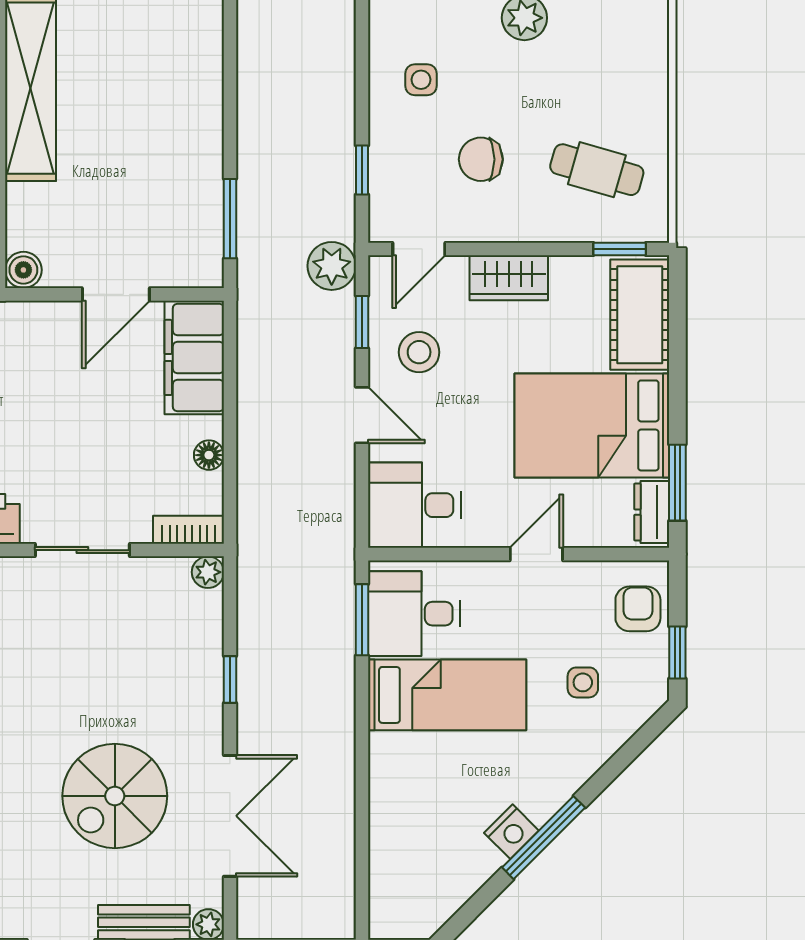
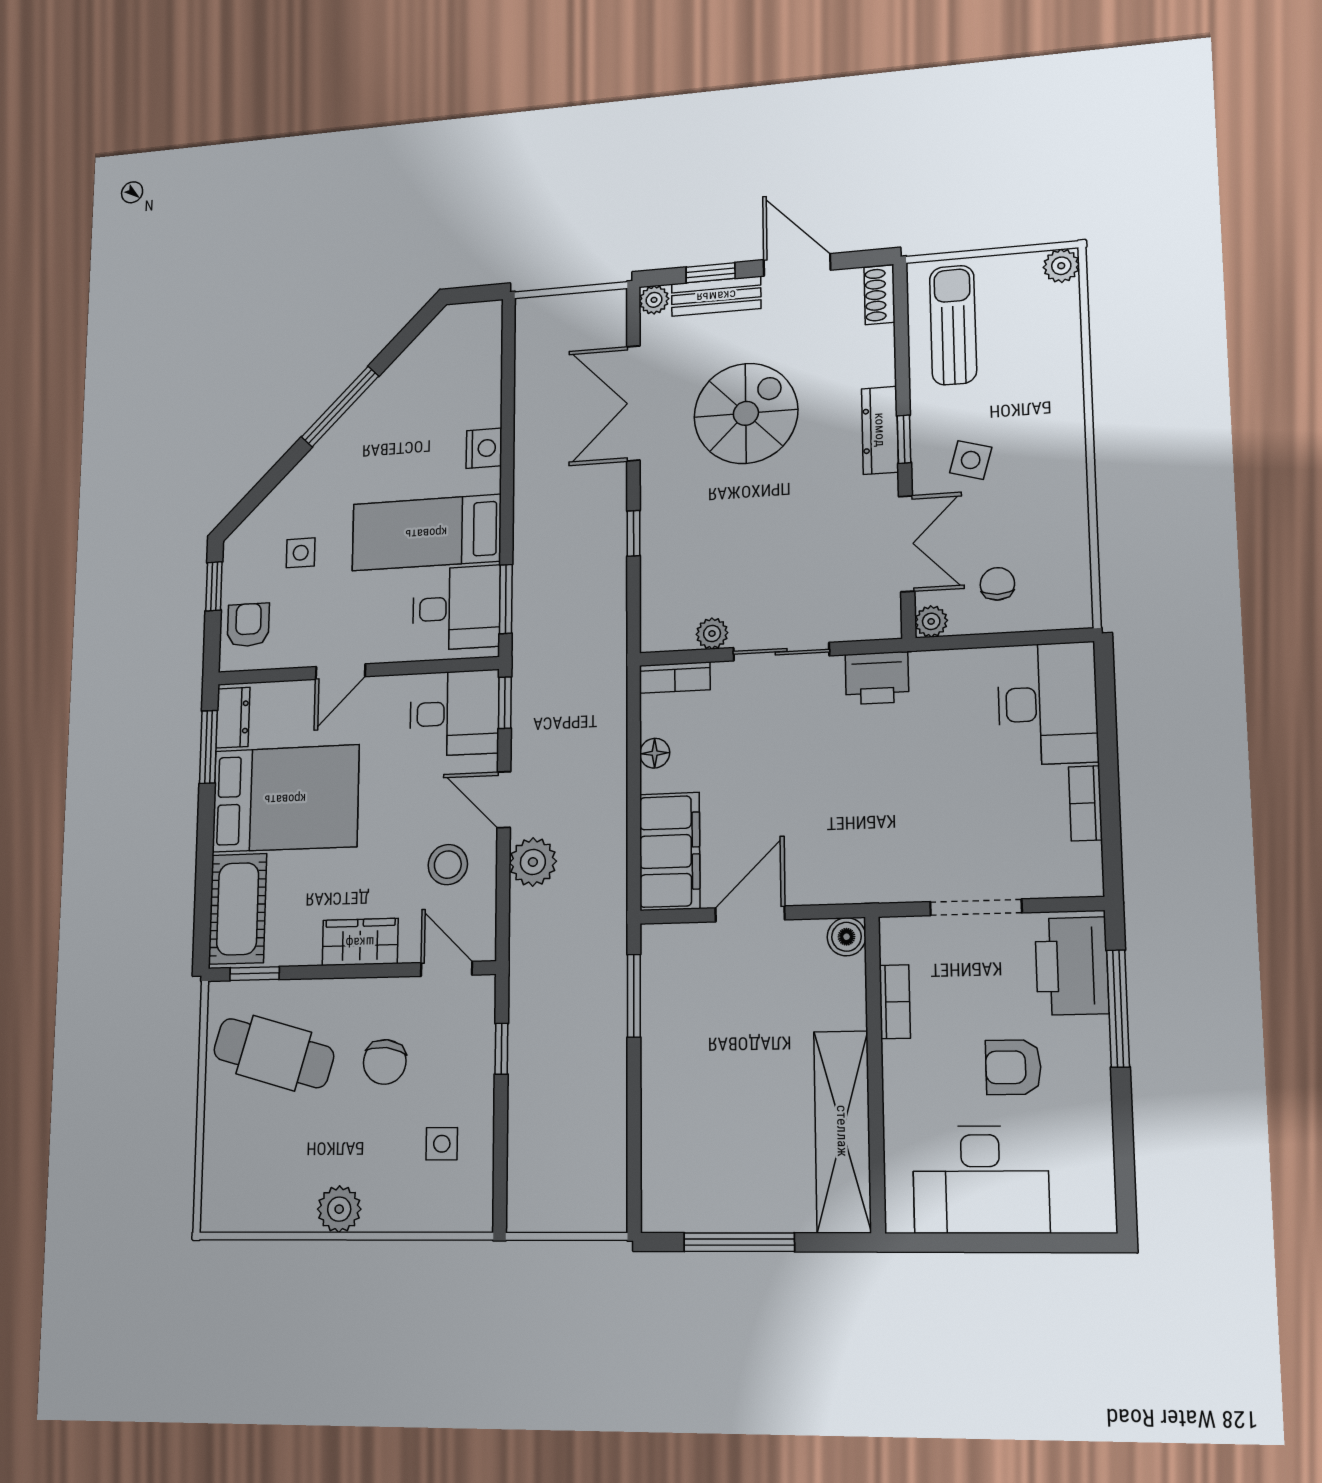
chair: (481, 159) -> (385, 1062), turned 97
cafe table: (597, 170) -> (274, 1053), width x1.37, depth x1.35
door: (419, 249) -> (447, 969), hinge flipped
plant: (332, 266) -> (533, 862), moved
window: (362, 322) -> (505, 703), moved
plant: (208, 572) -> (712, 634), moved
armchair: (638, 609) -> (248, 625), turned 180
nightstand: (511, 832) -> (484, 448), moved, turned 135

